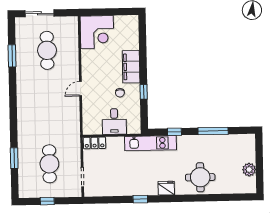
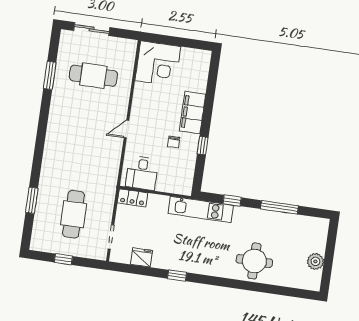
cafe table: (47, 50) -> (93, 76), turned 90
desk: (114, 121) -> (142, 173), moved
fridge: (166, 188) -> (141, 257), moved

